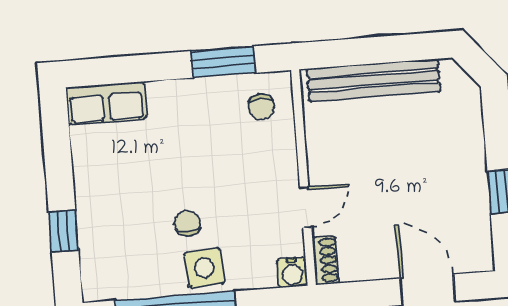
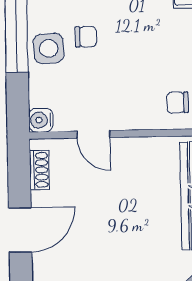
shoe rack: (325, 260) -> (39, 170), moved, turned -90

